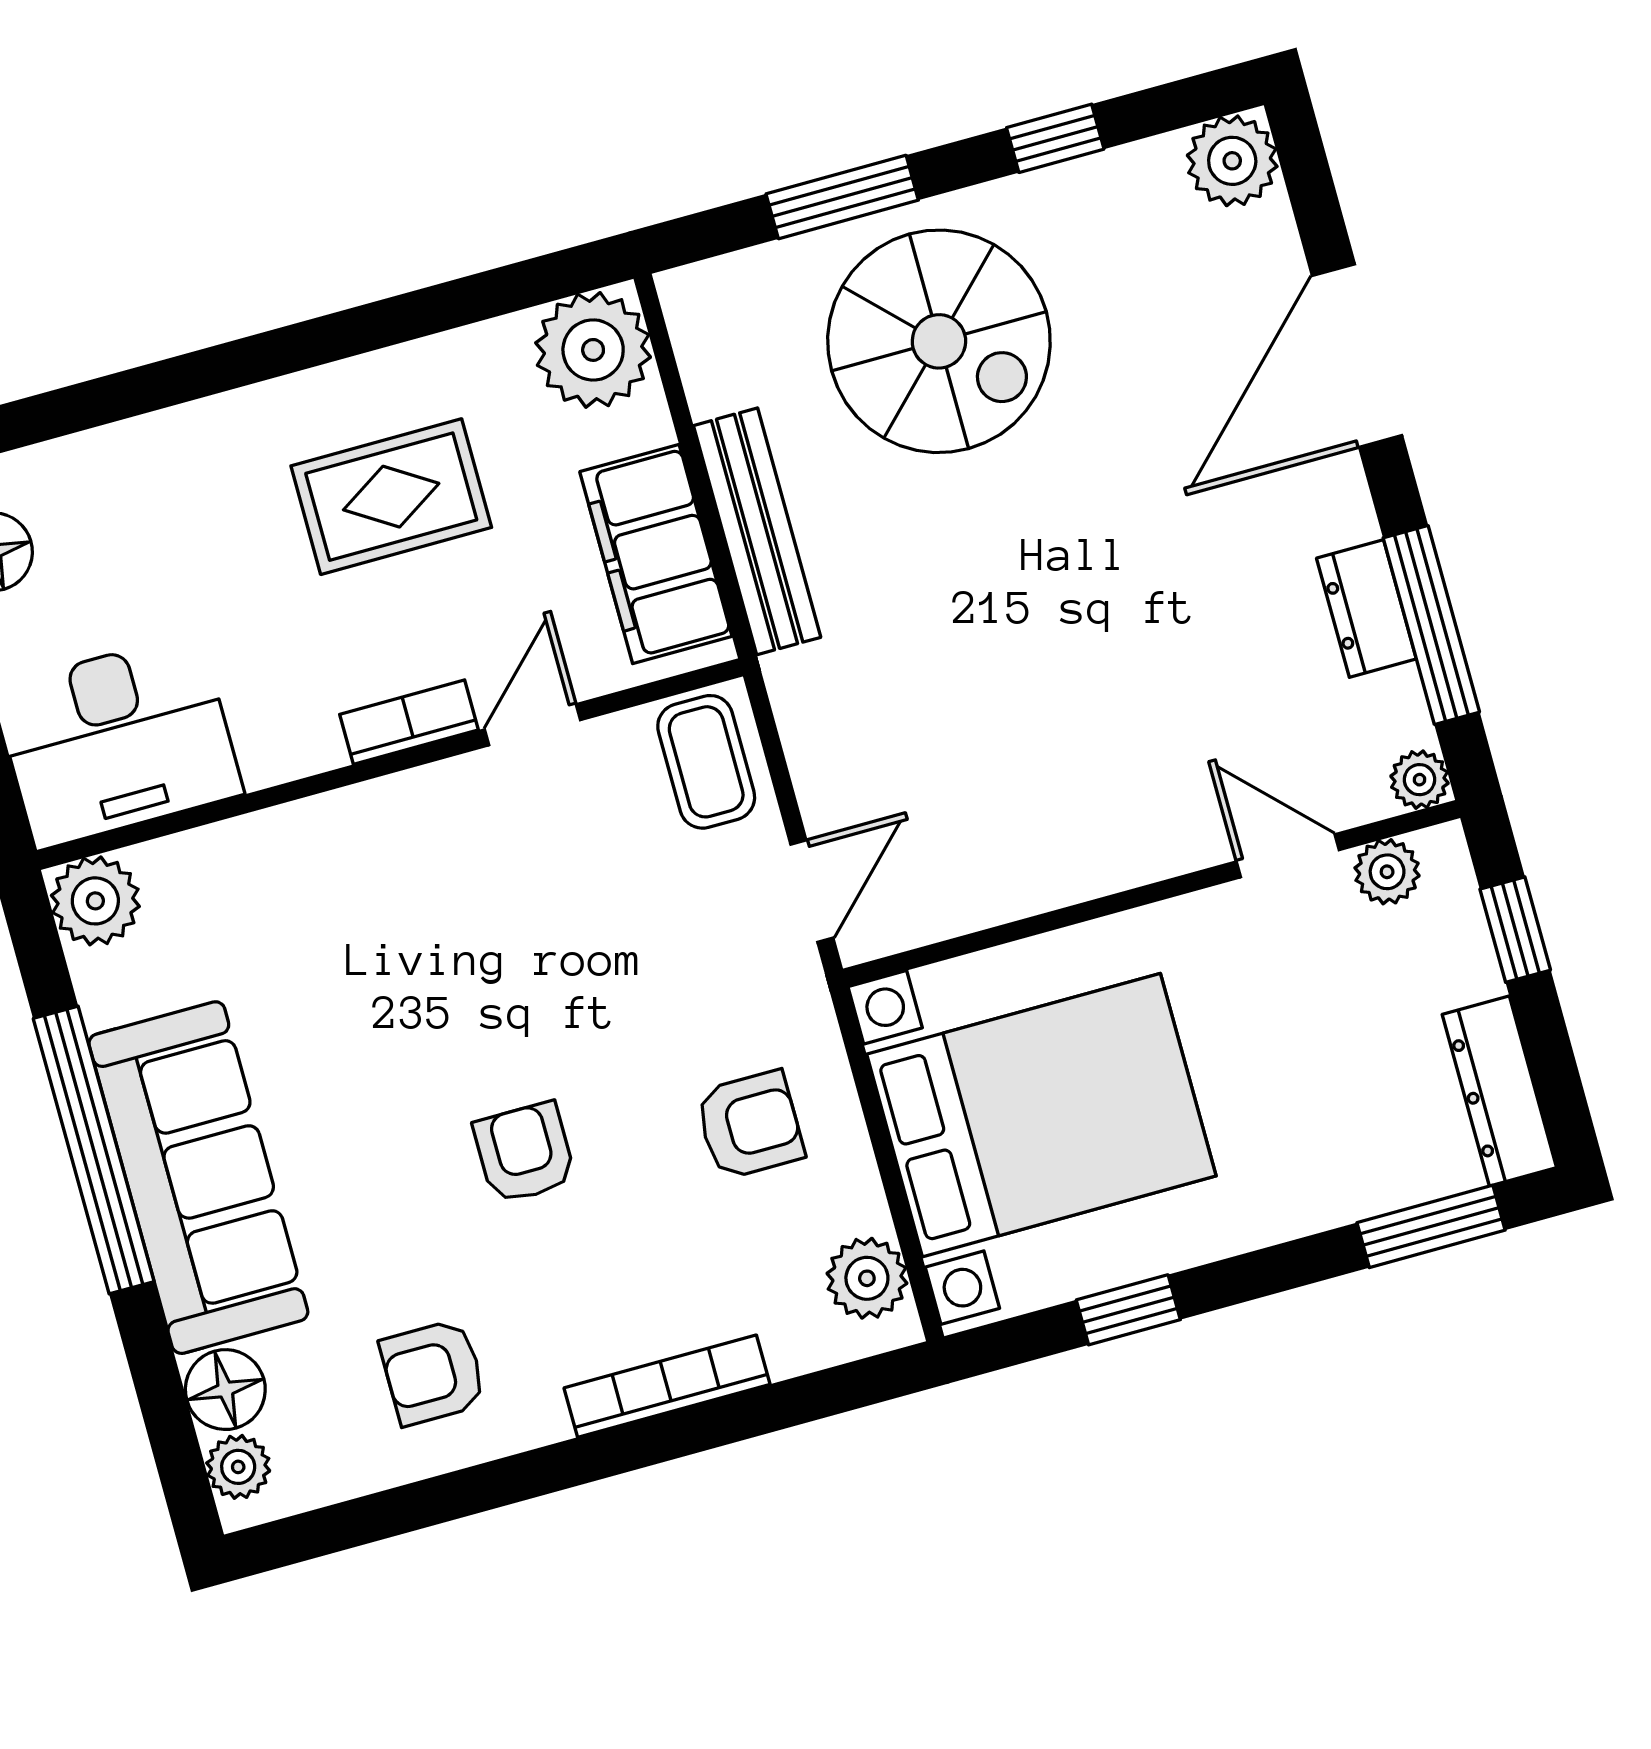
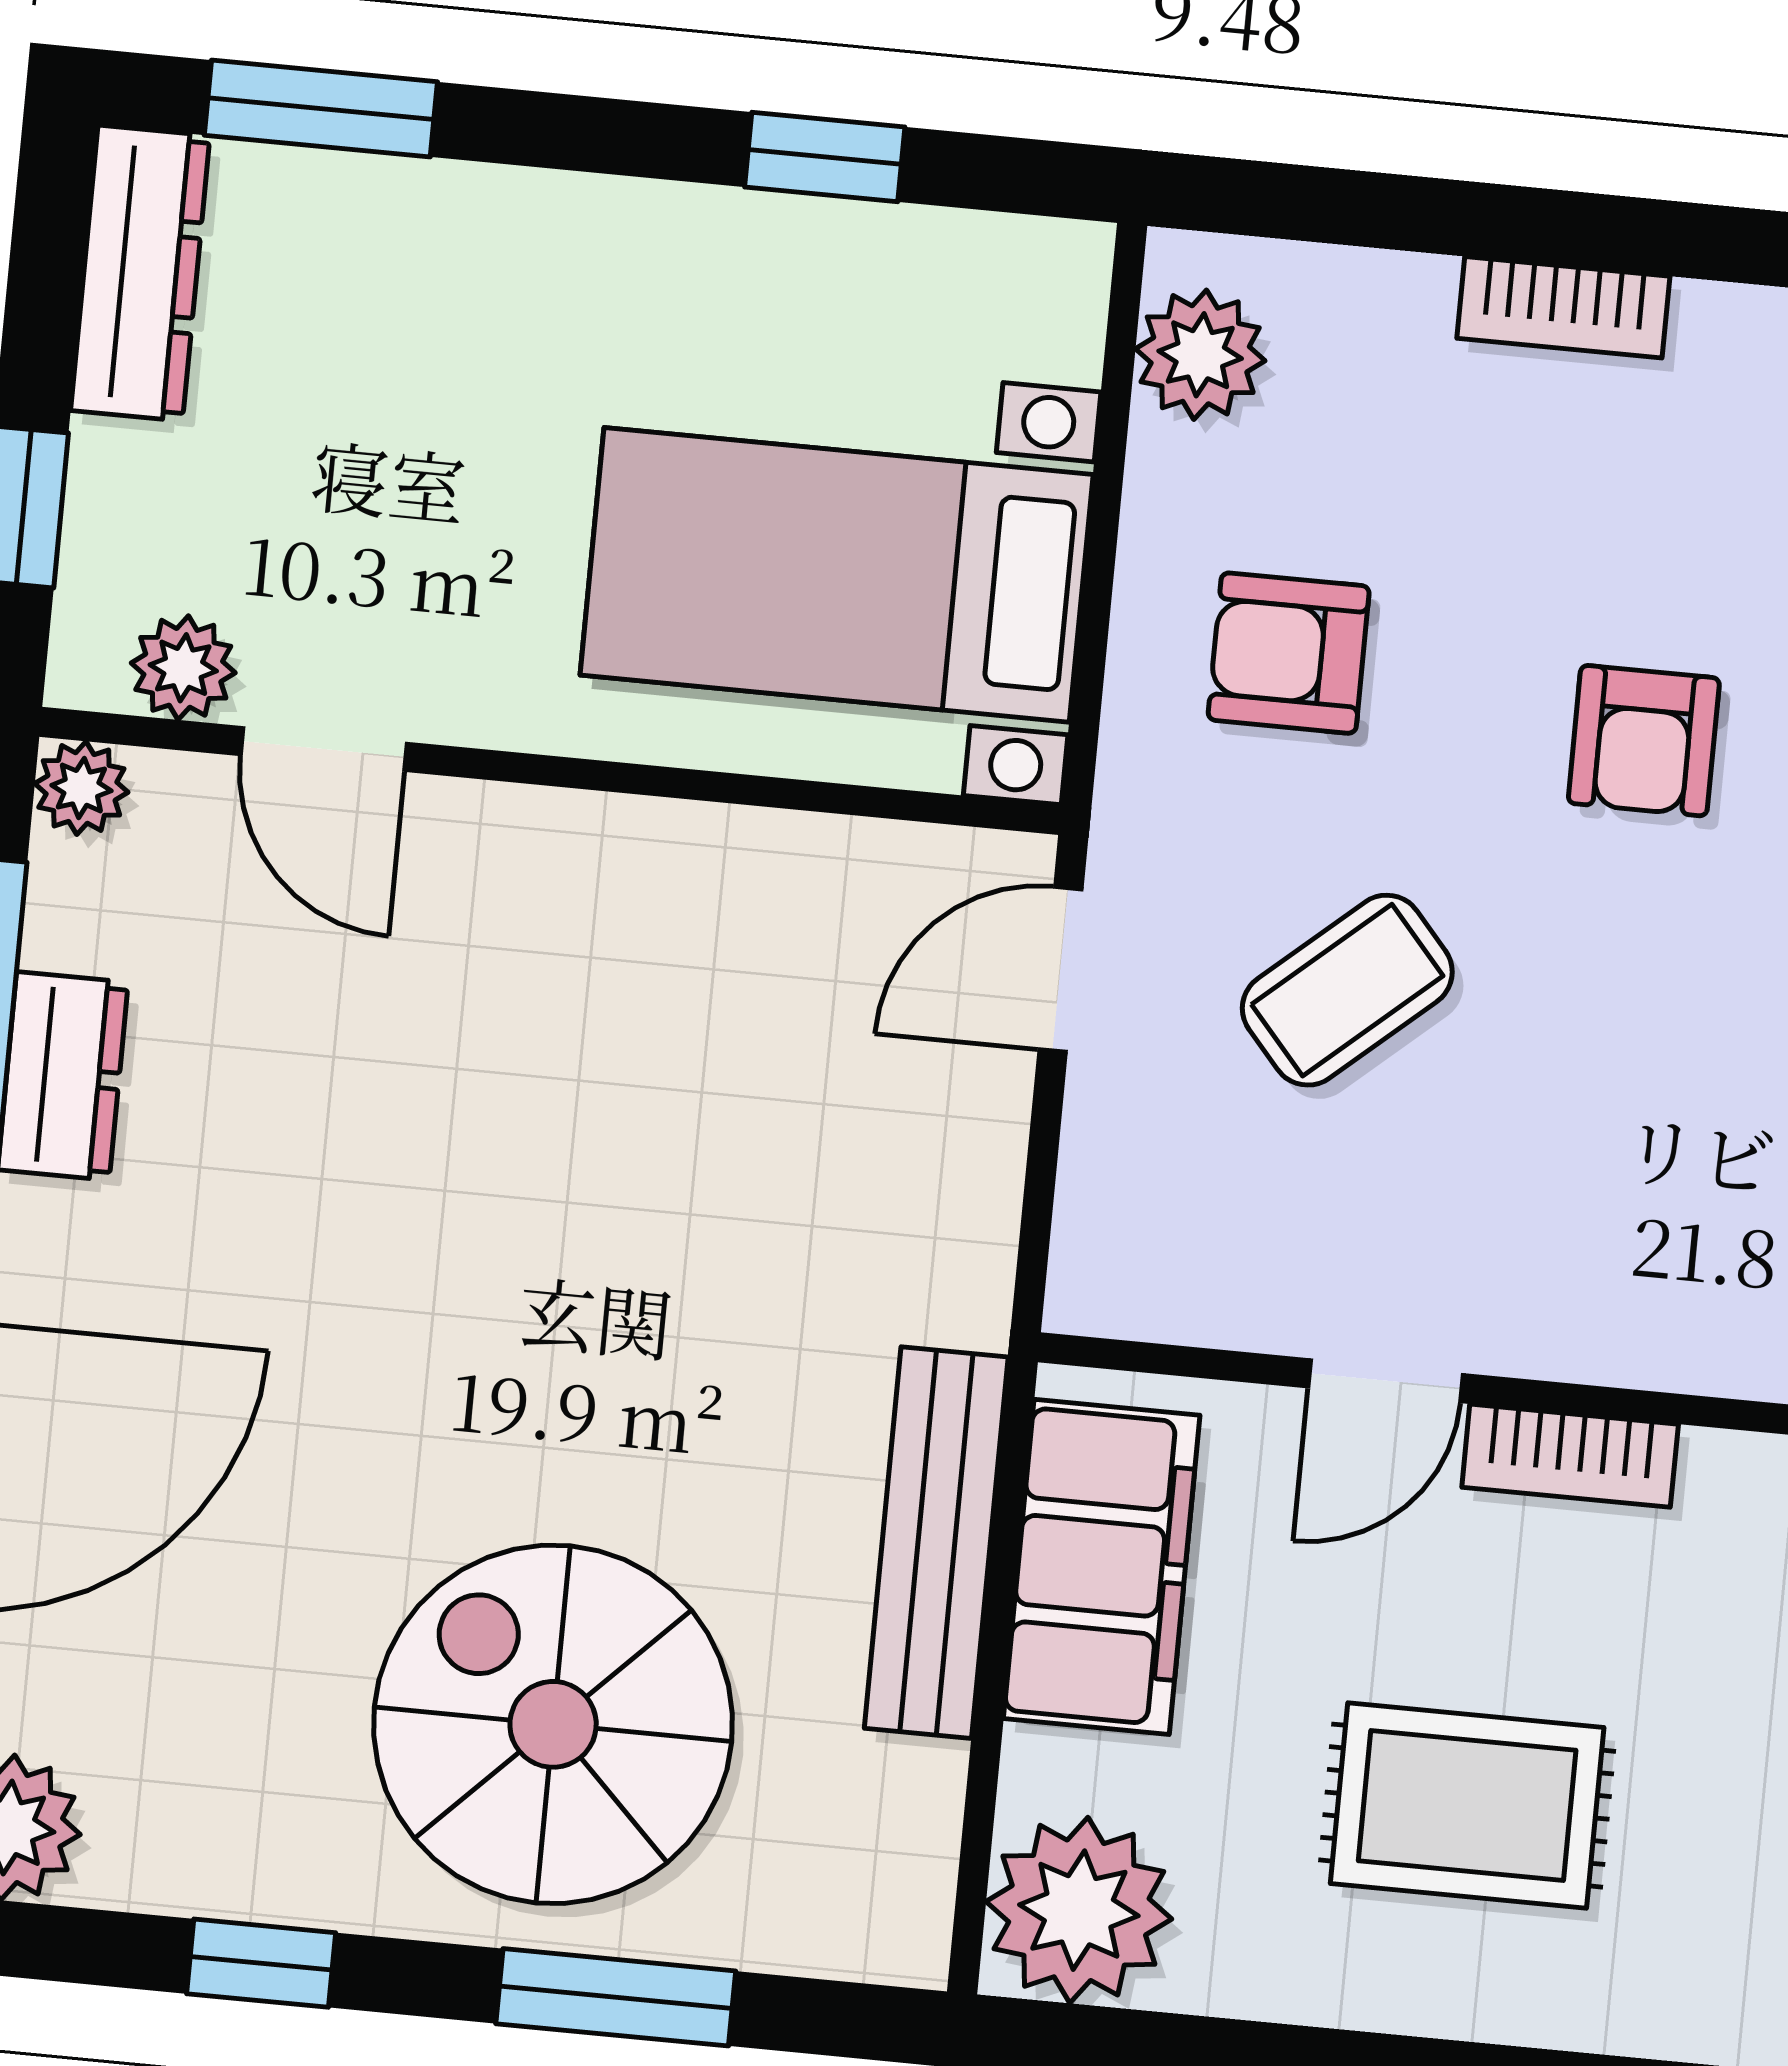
coffee table: (706, 762) -> (1347, 990), moved, turned 49
bed with nightstands: (1041, 1115) -> (837, 575), width x0.73
bookcase: (667, 1386) -> (1563, 307), width x0.64

